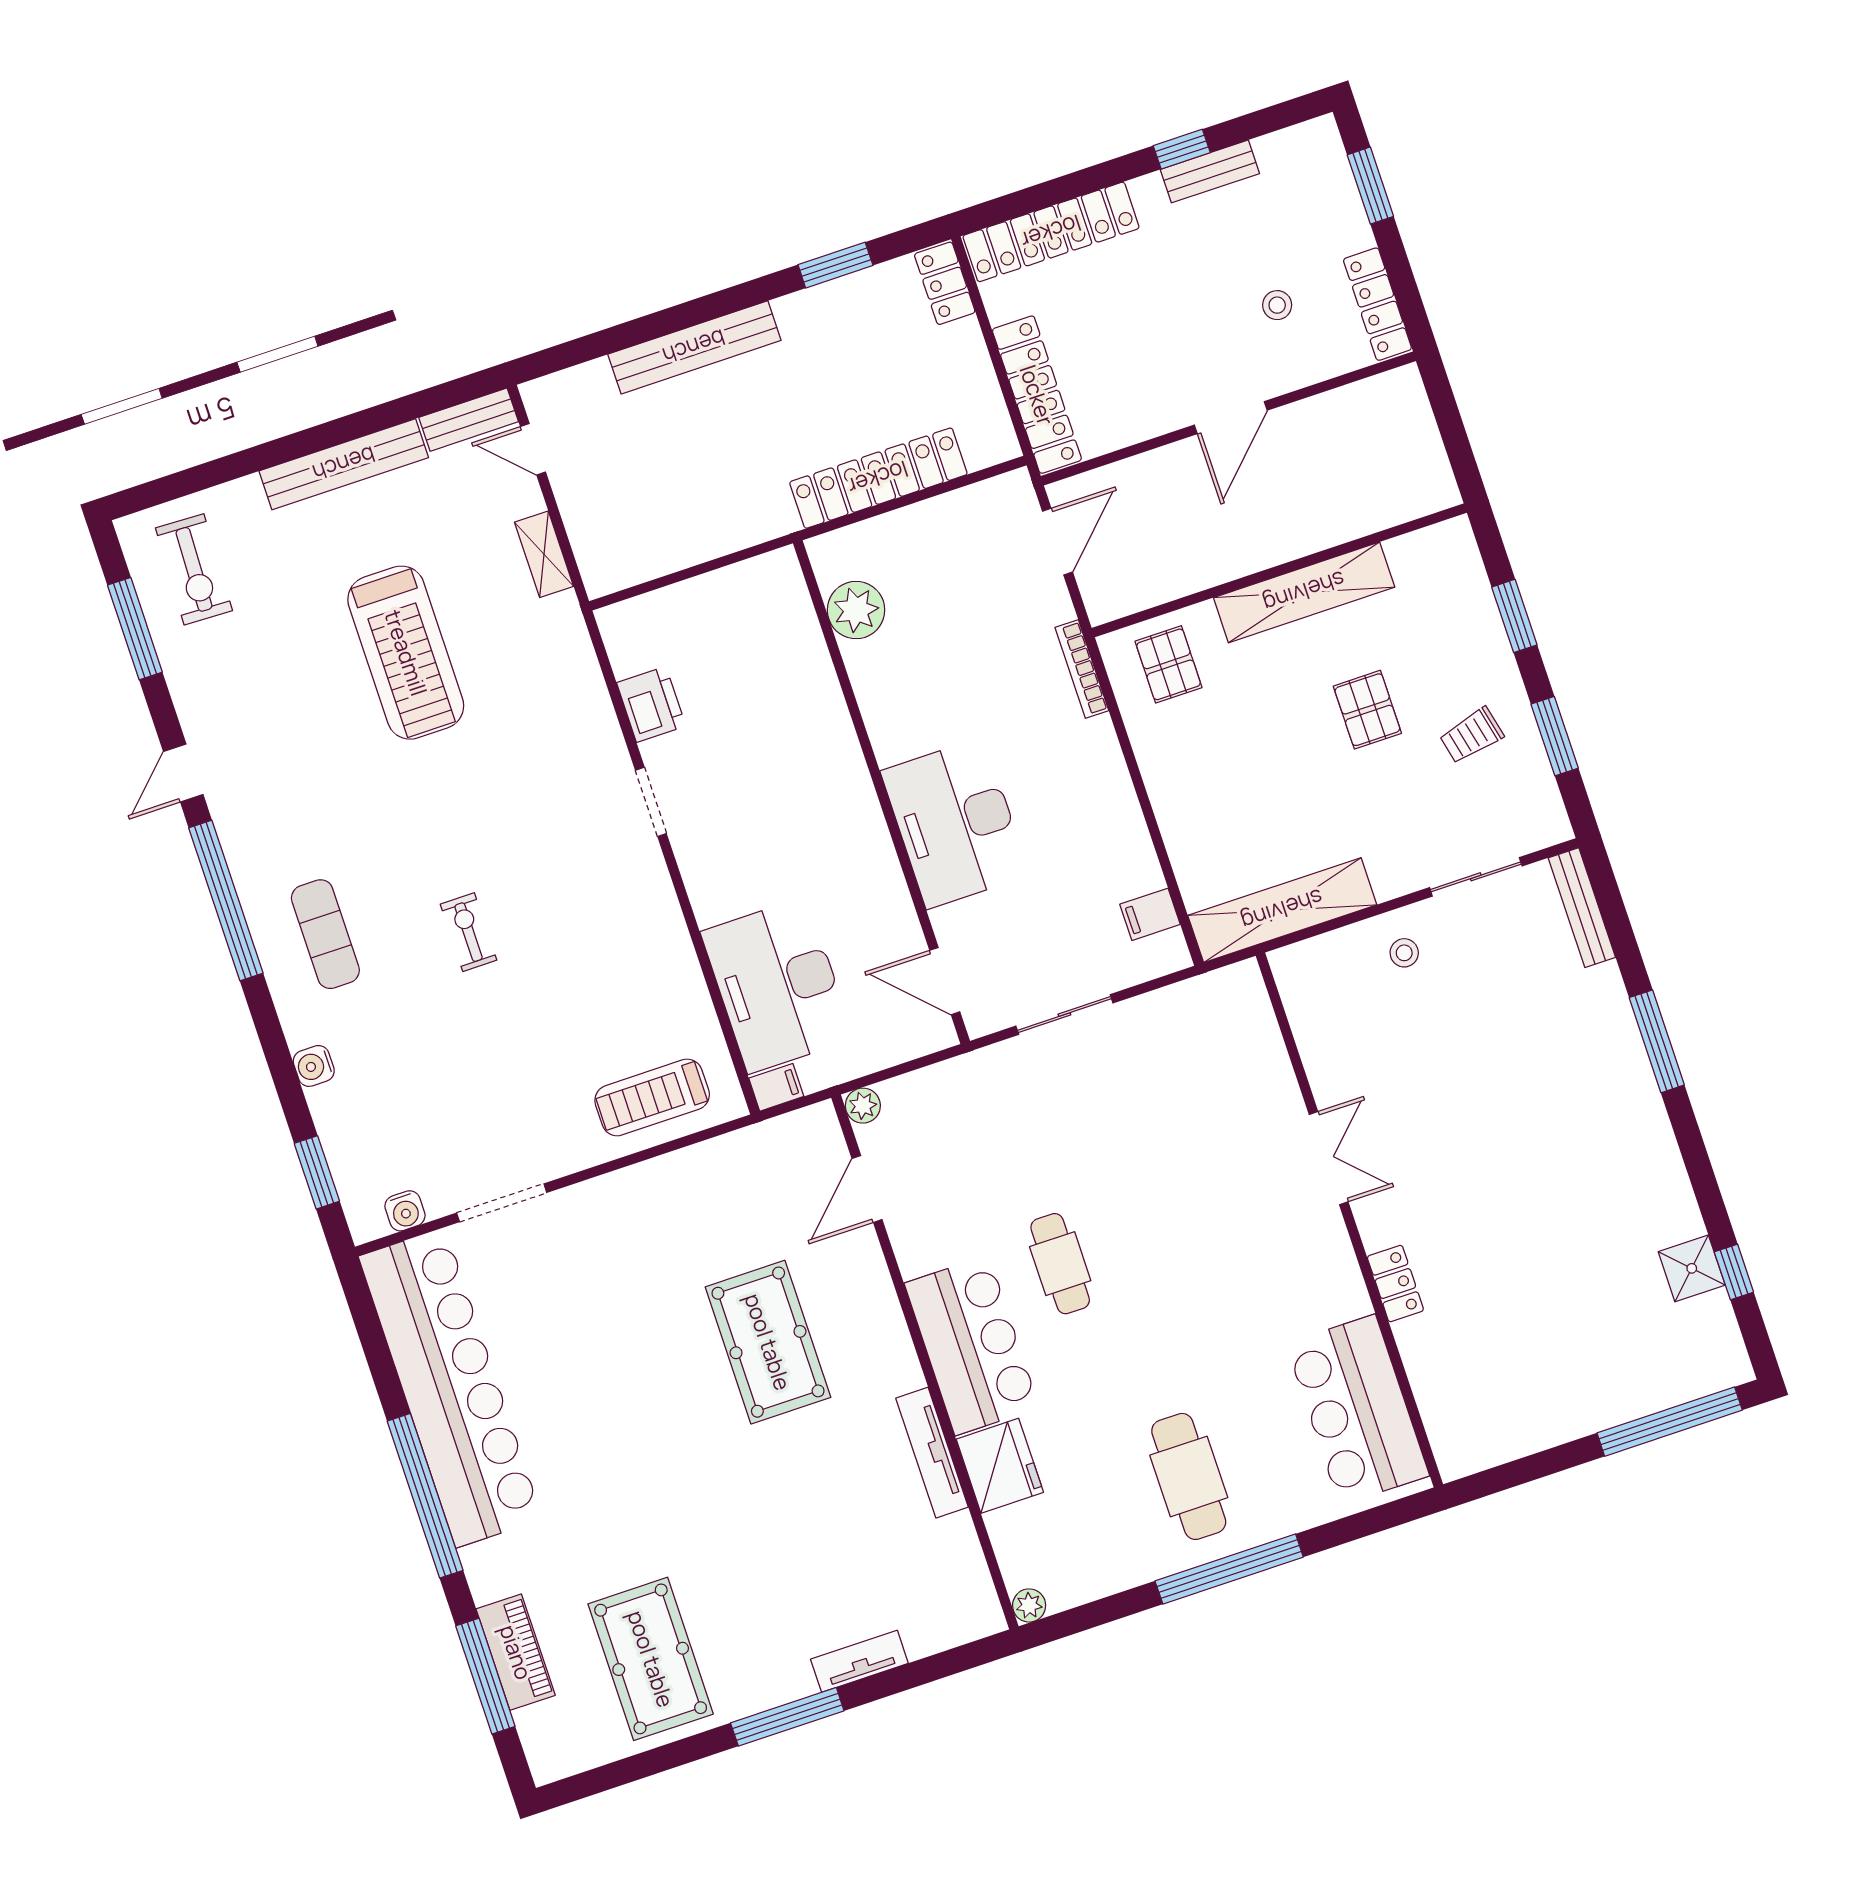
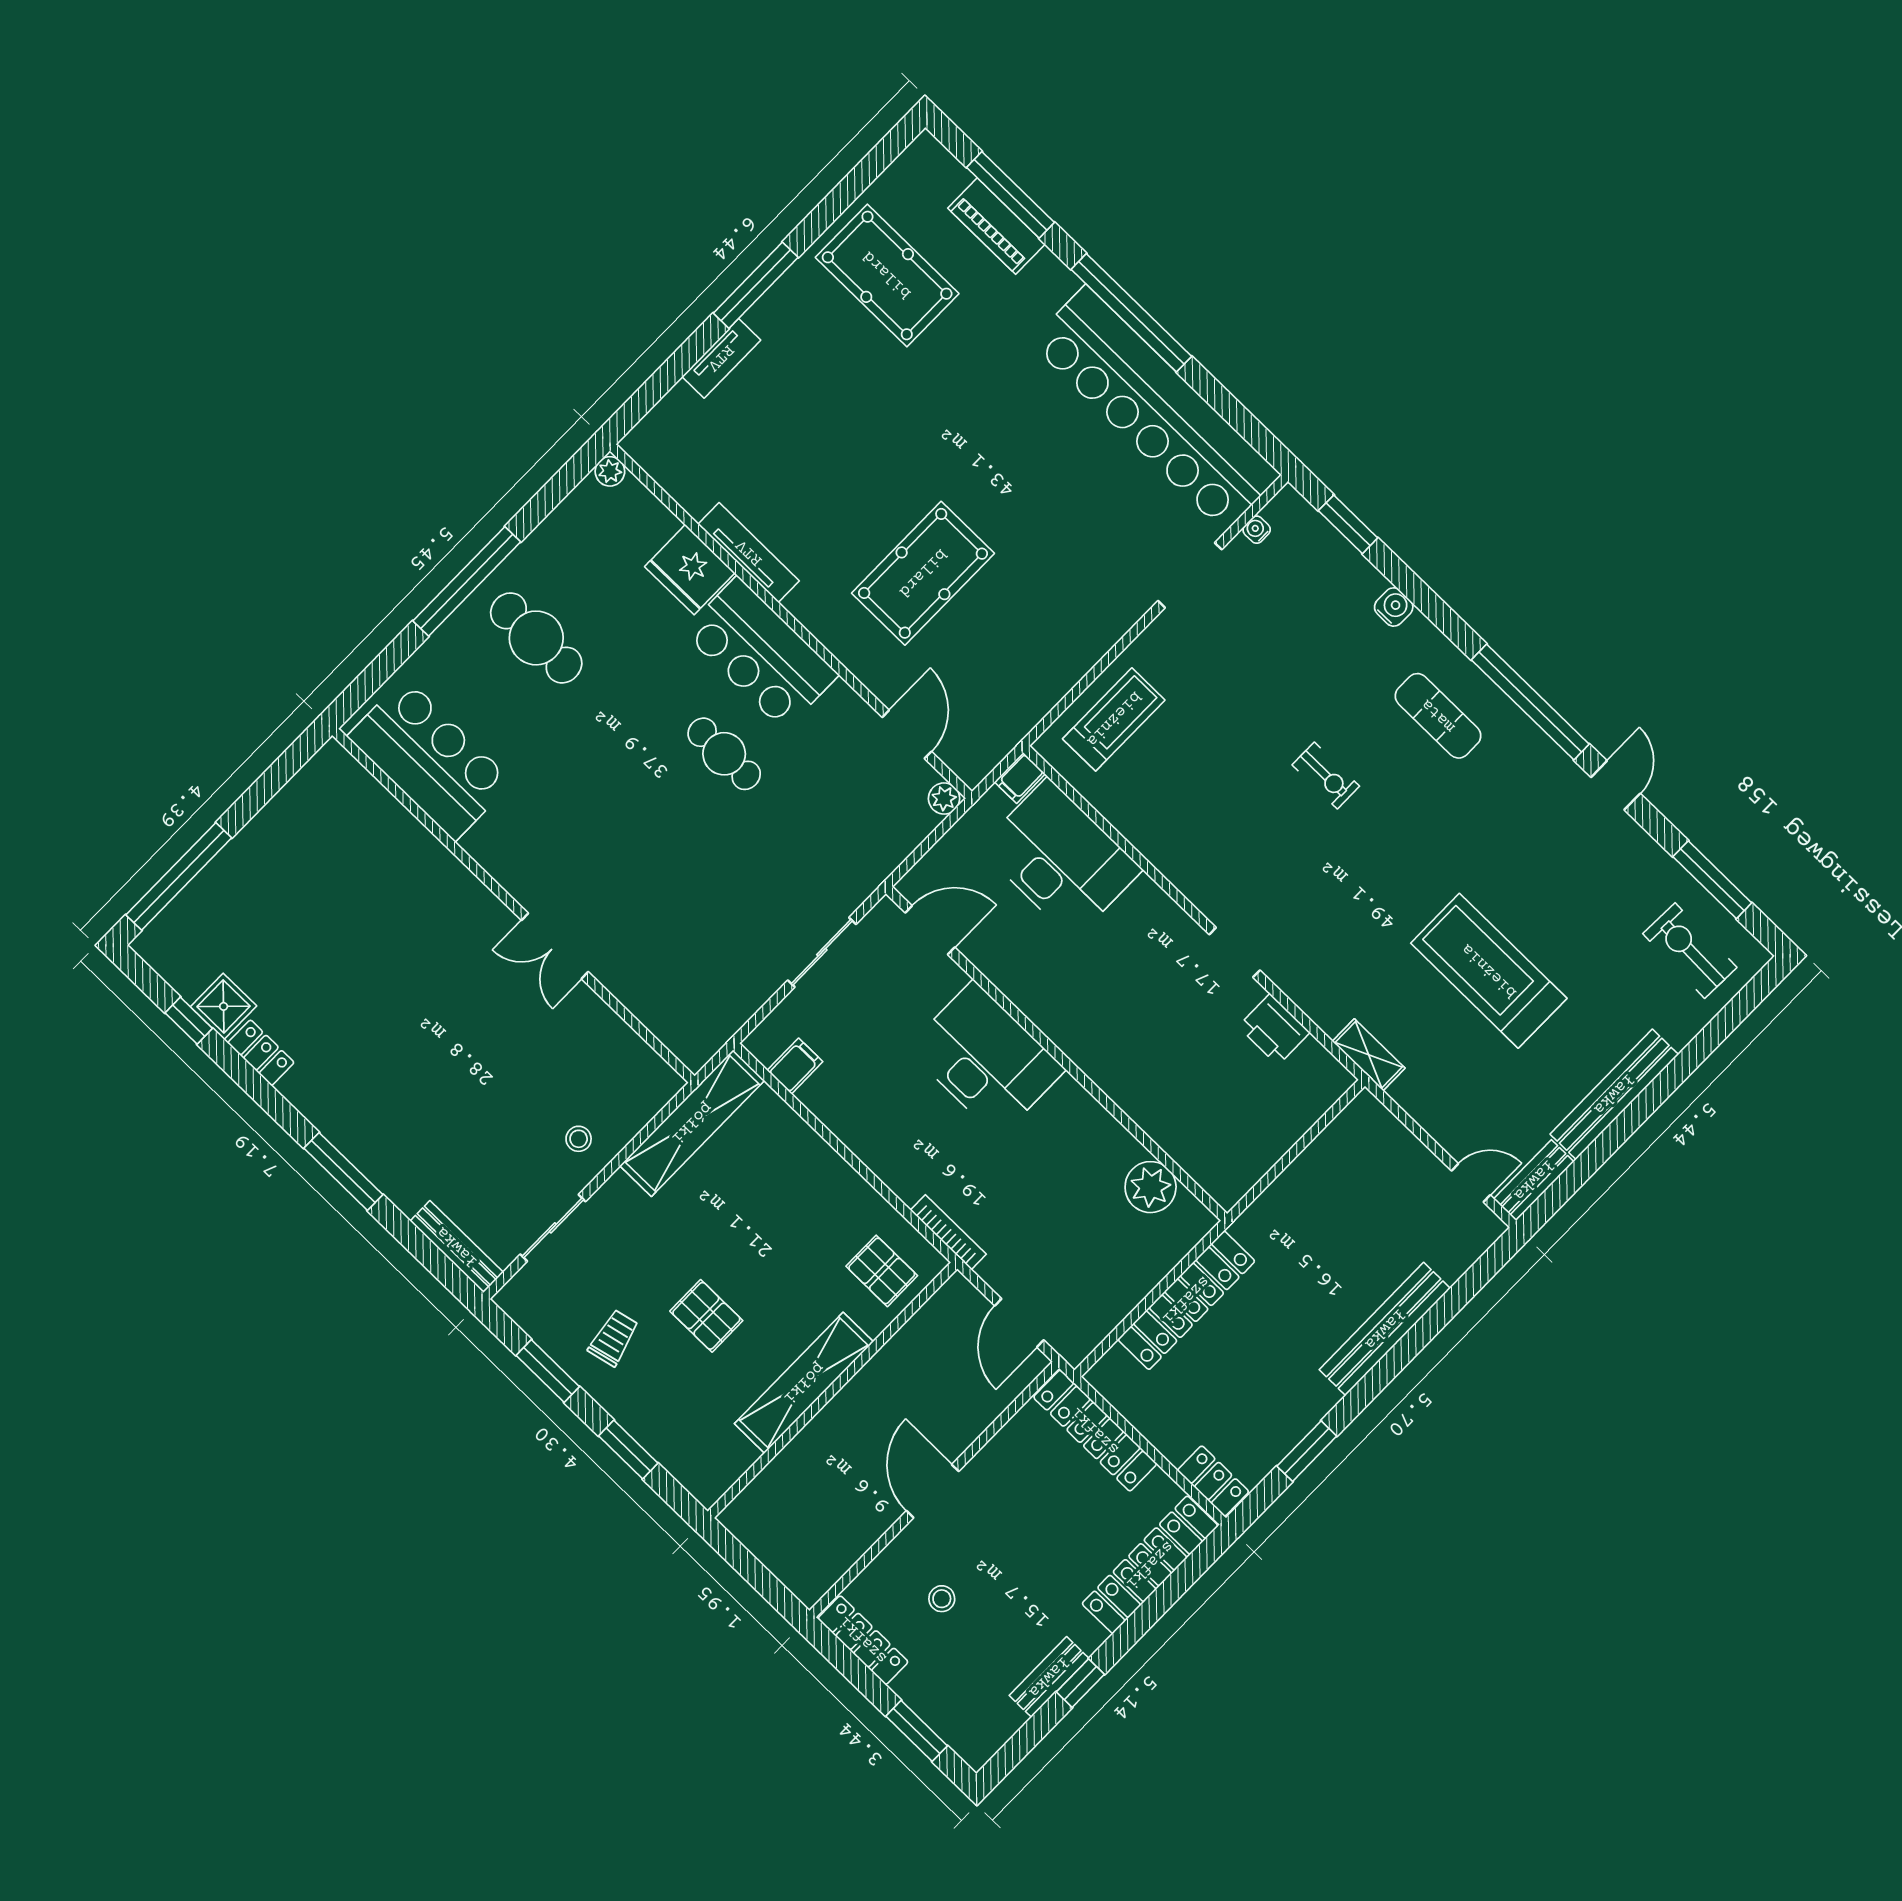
shelving: (544, 554) -> (1369, 1055), moved
water cooler: (405, 1211) -> (1257, 530), width x0.72, depth x0.72
locker: (1395, 1284) -> (261, 1053), moved, turned 180
pool table: (768, 1342) -> (923, 573), turned 90

